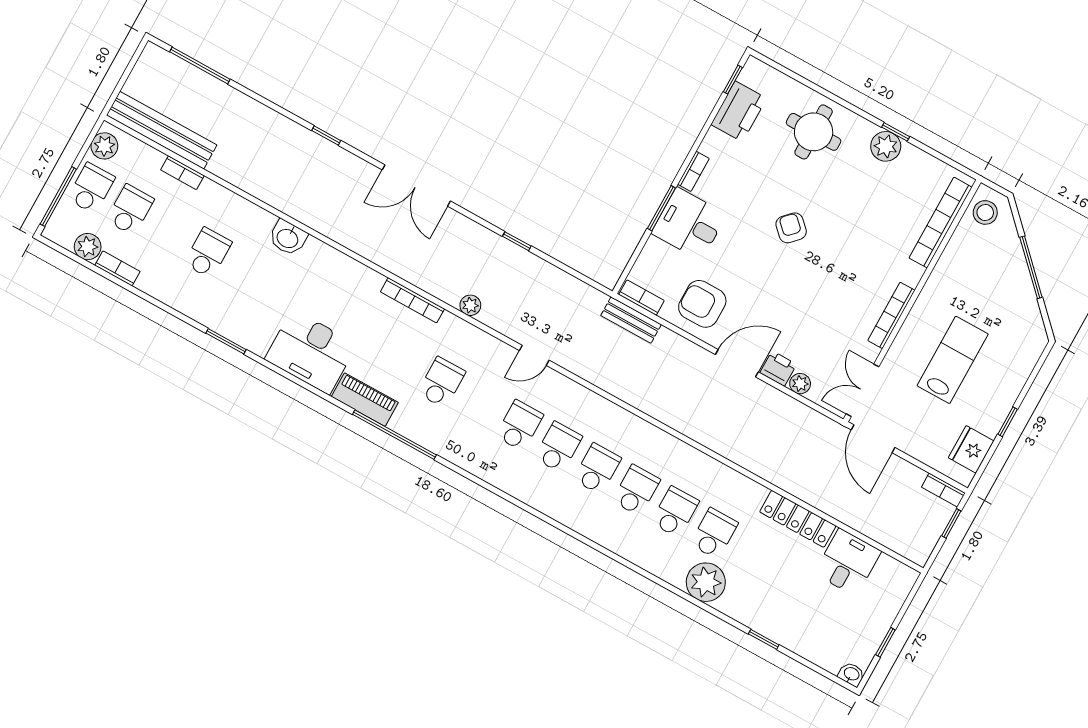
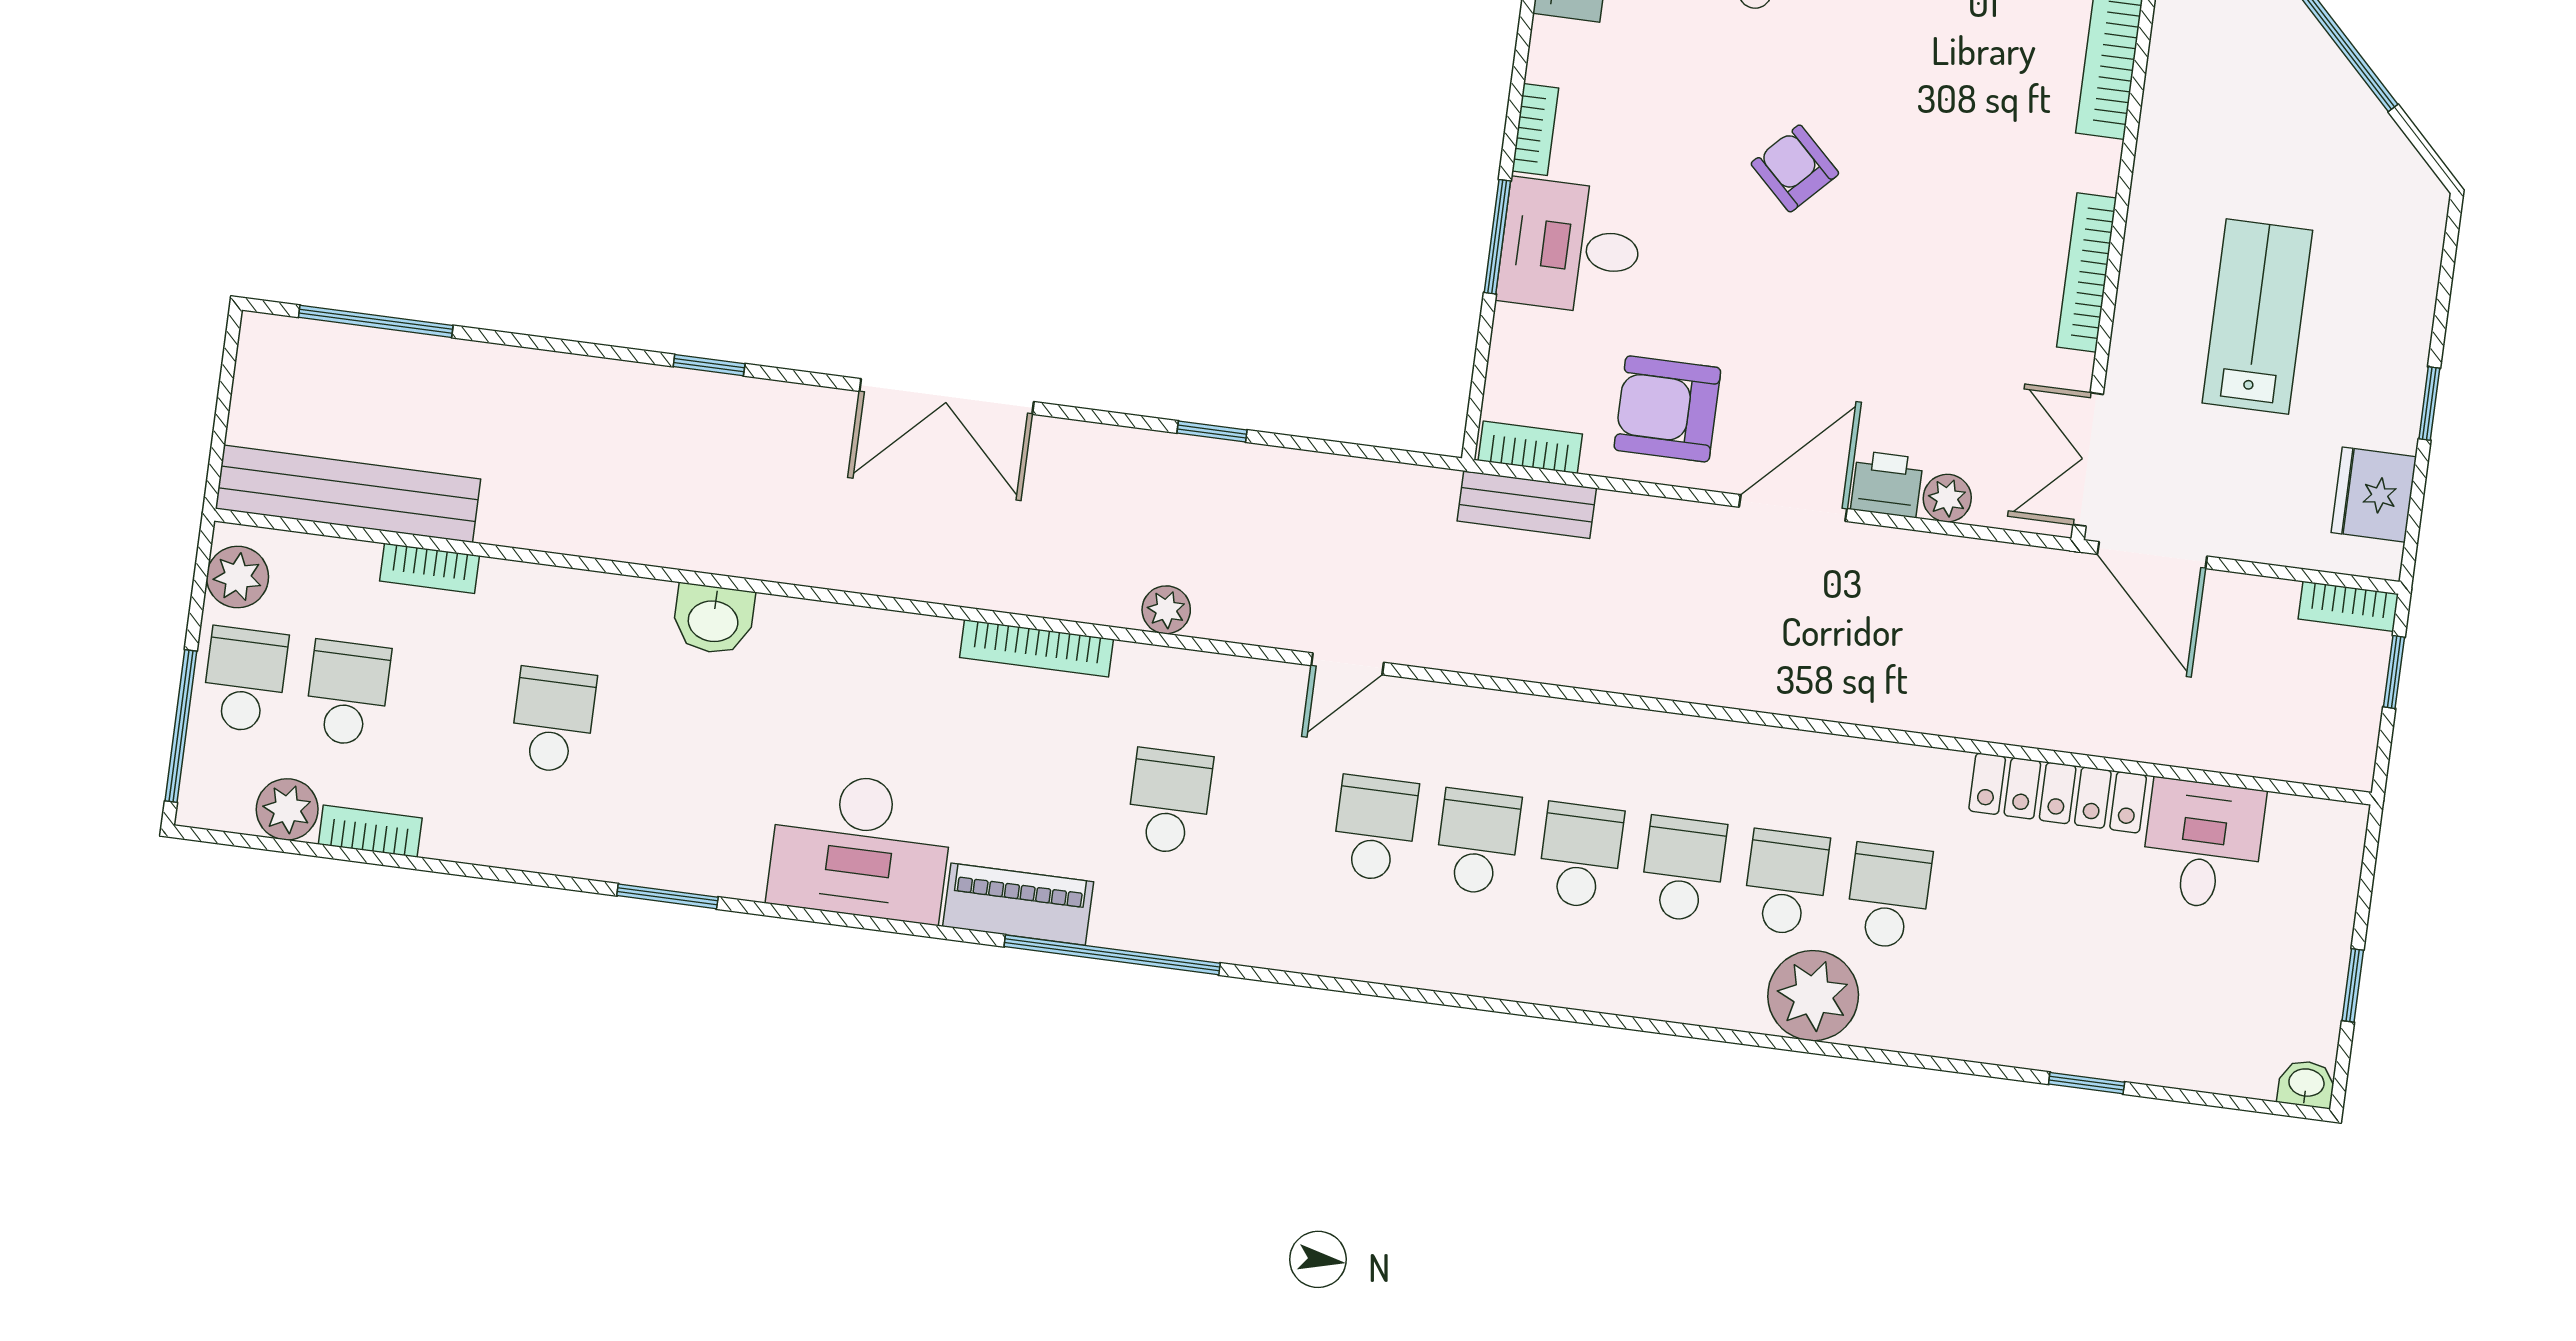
plant: (706, 582) -> (1813, 996), moved

